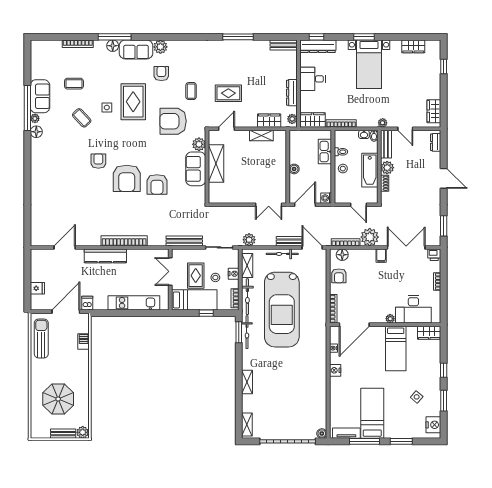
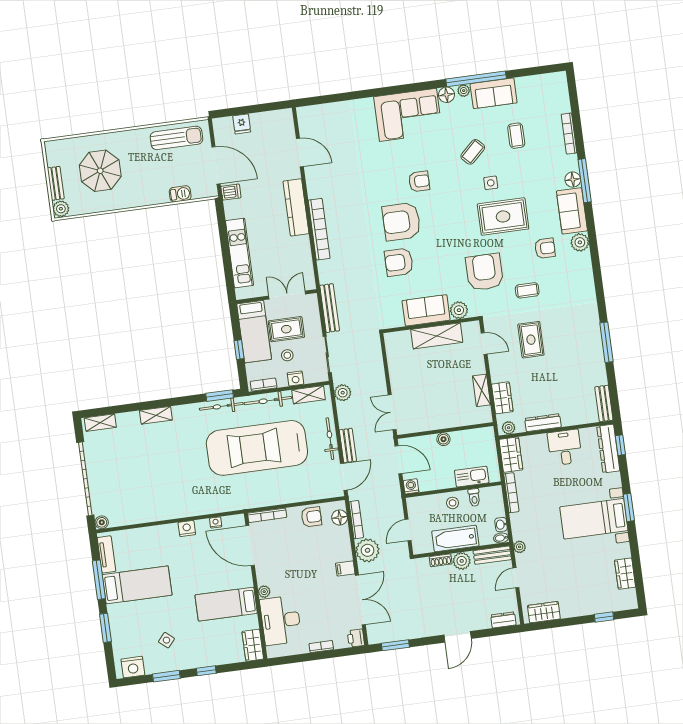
corner sofa: (47, 163) -> (408, 115), added
armchair: (339, 276) -> (311, 517), turned 180

